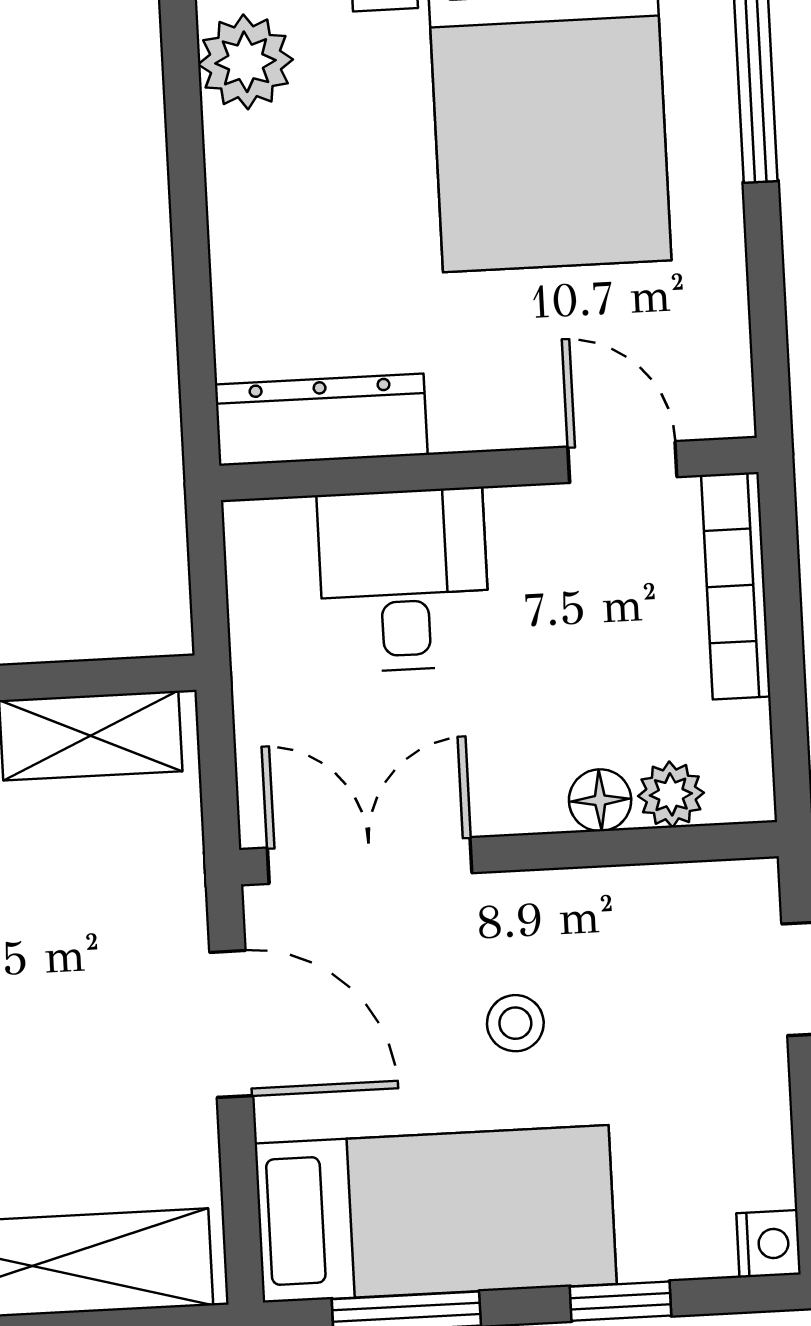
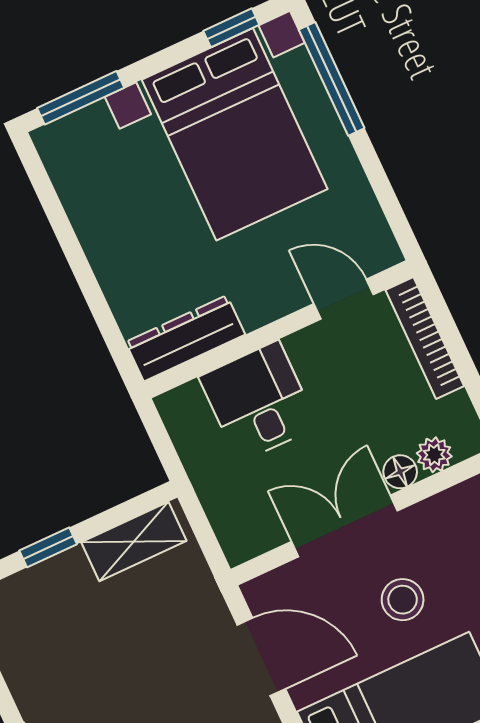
plant: (246, 62) -> (76, 175), removed
double door: (370, 860) -> (344, 526), moved
stool: (515, 1023) -> (403, 600), width x1.37, depth x1.37

